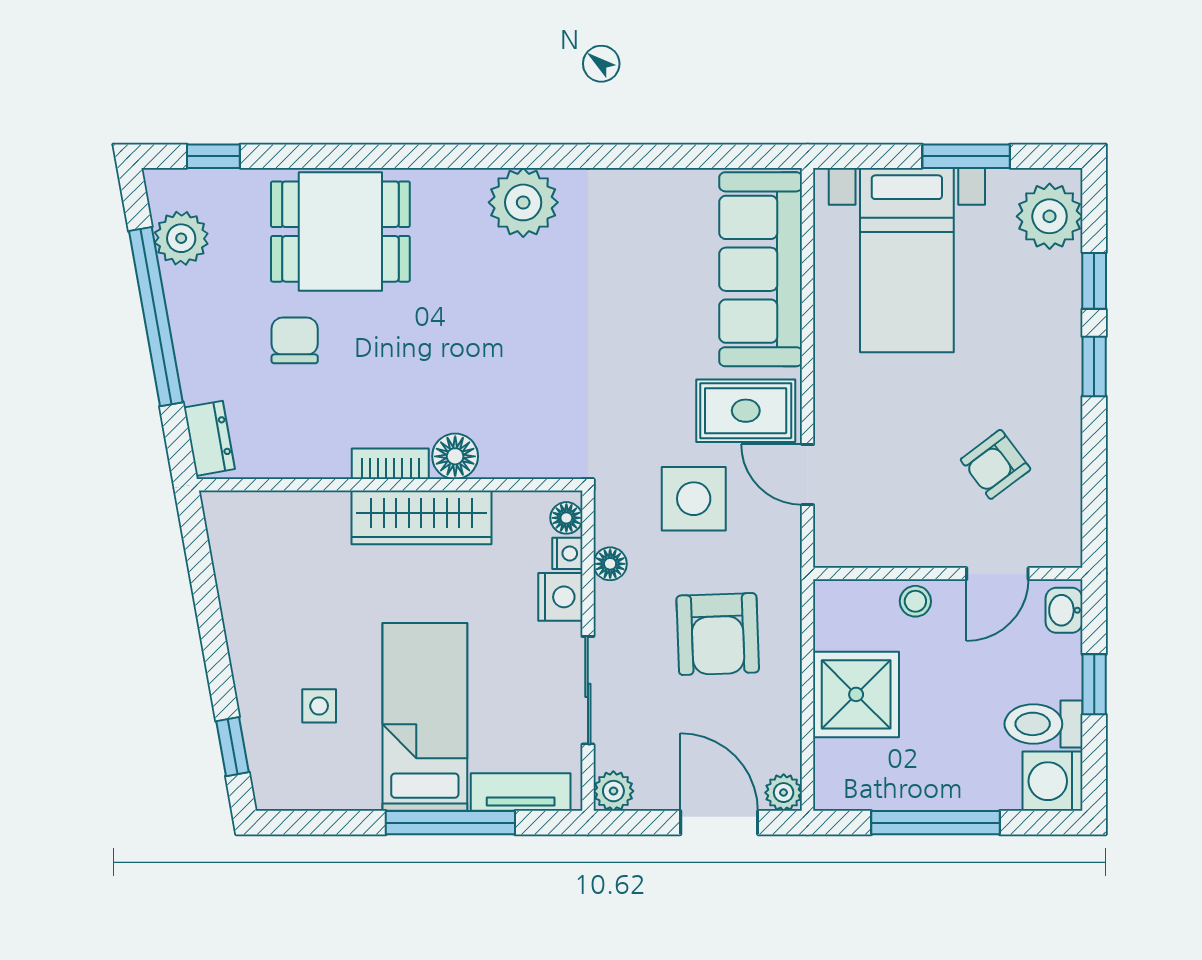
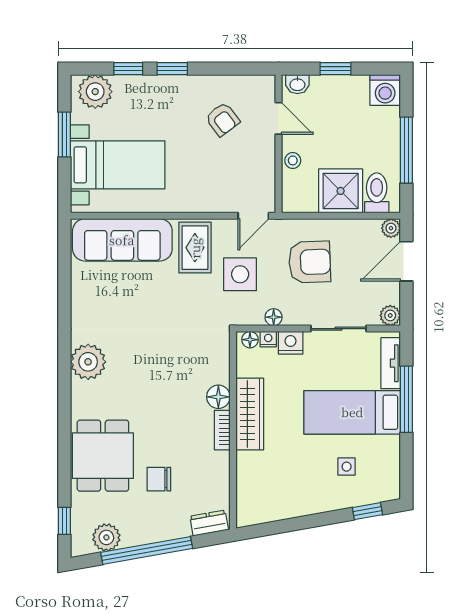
door: (808, 475) -> (253, 216), moved
toilet: (1044, 724) -> (377, 193), moved, turned 180

